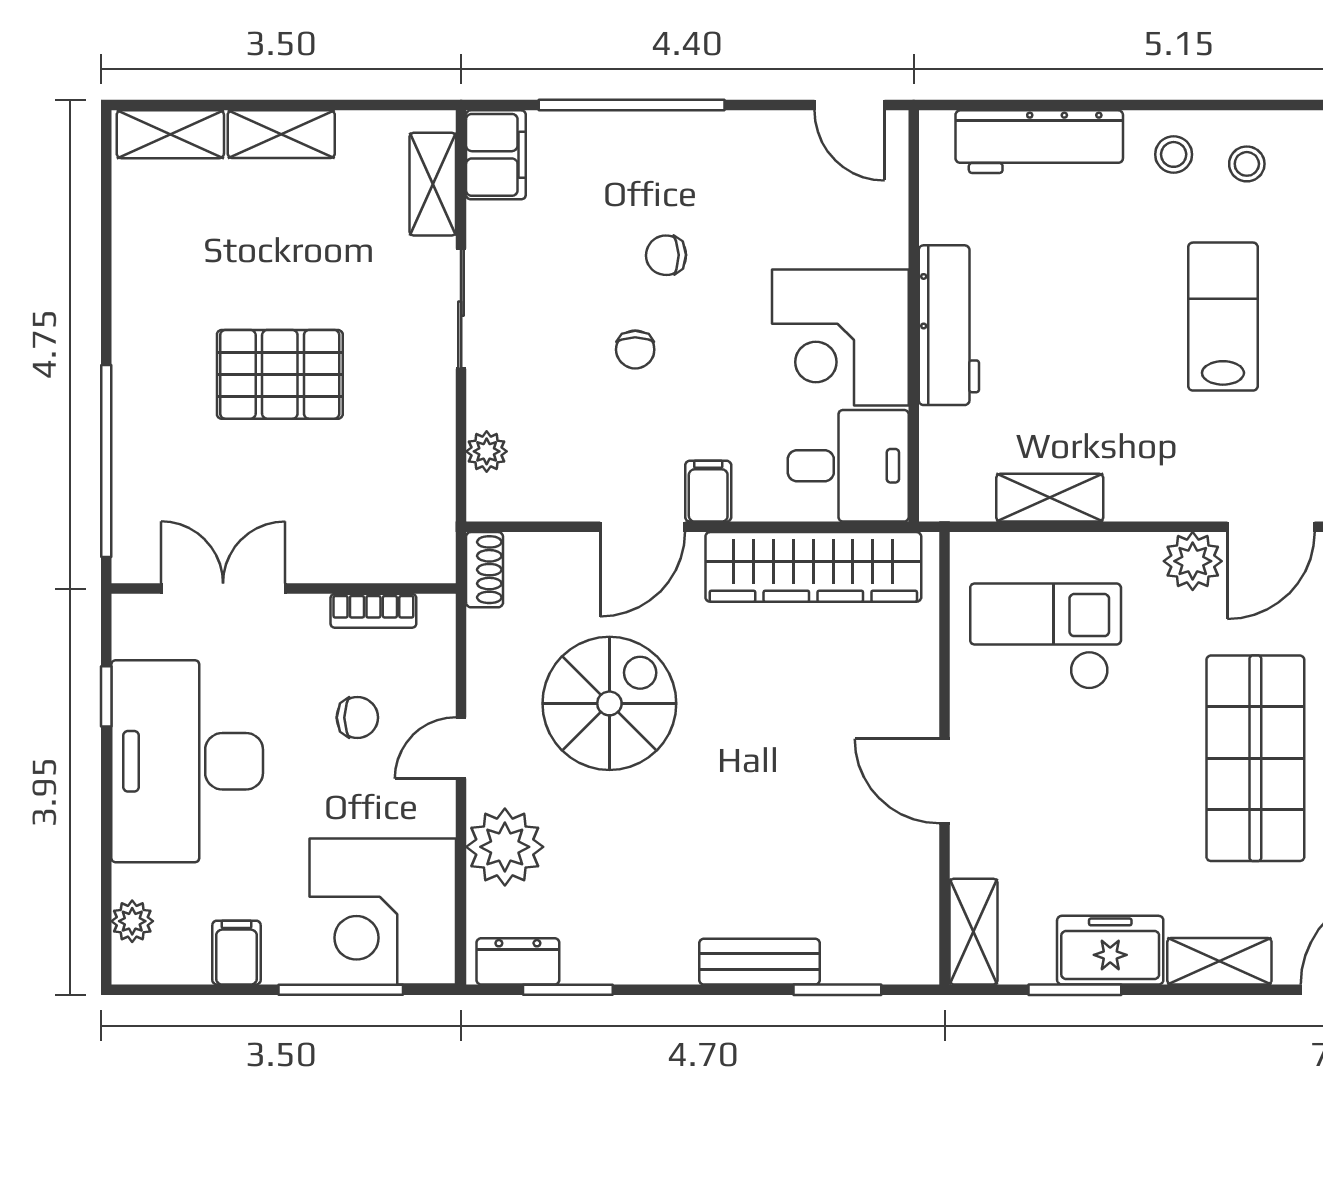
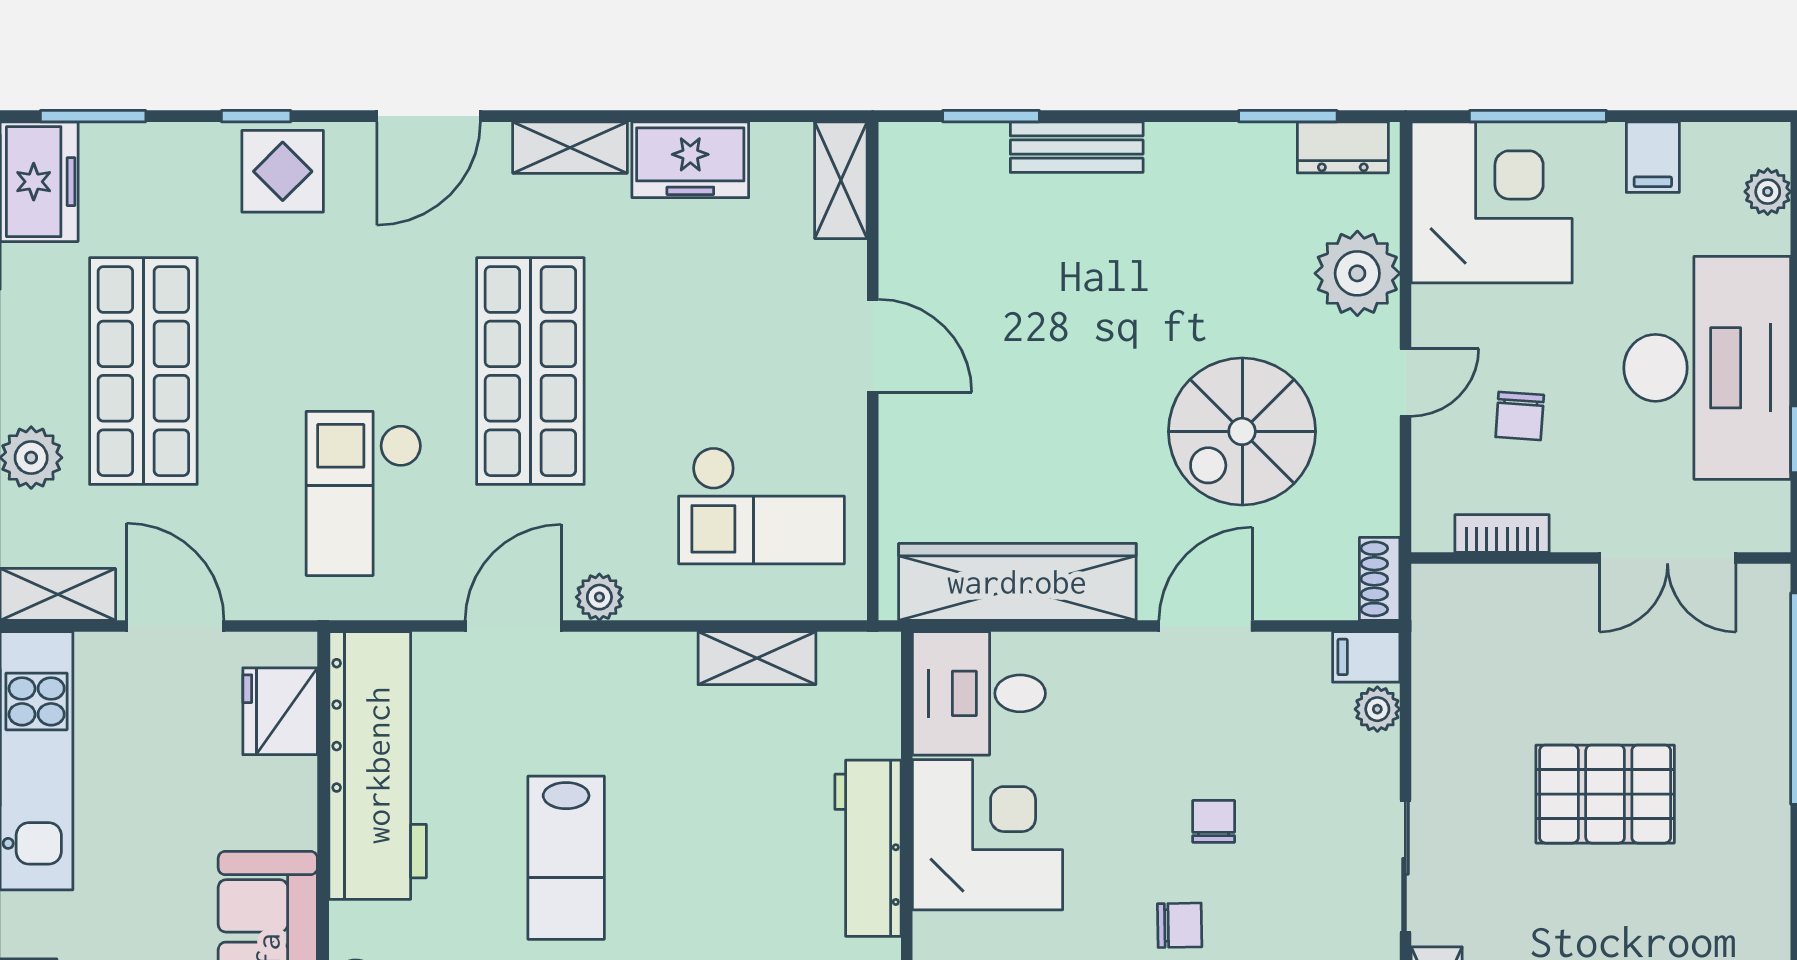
filing cabinet: (708, 491) -> (1366, 657), moved, turned 90
plant: (1193, 561) -> (599, 597), width x0.73, depth x0.73
chair: (357, 718) -> (1520, 416), turned -86
window: (1075, 990) -> (729, 116), removed

